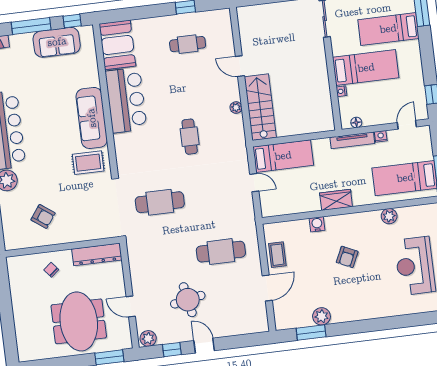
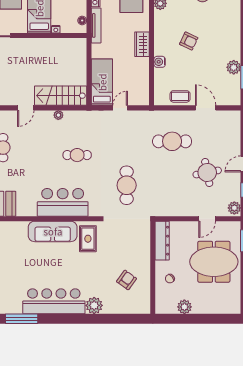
bar counter: (126, 100) -> (63, 202), moved
cafe table: (221, 252) -> (172, 141), turned 90
plant: (19, 292) -> (184, 307), added

